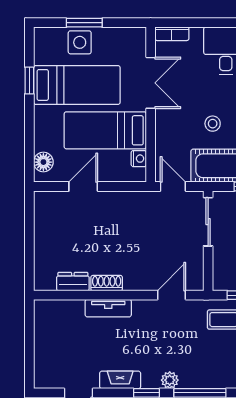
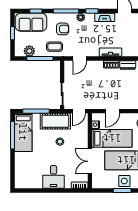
door: (83, 187) -> (112, 111), moved
door: (173, 187) -> (79, 111), hinge flipped
armchair: (207, 356) -> (63, 29), added

